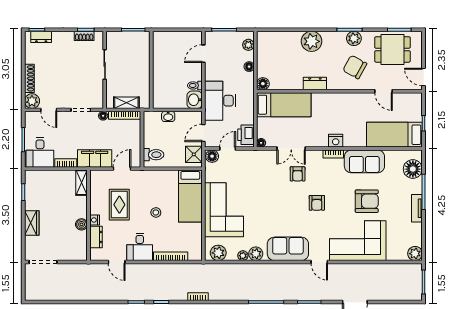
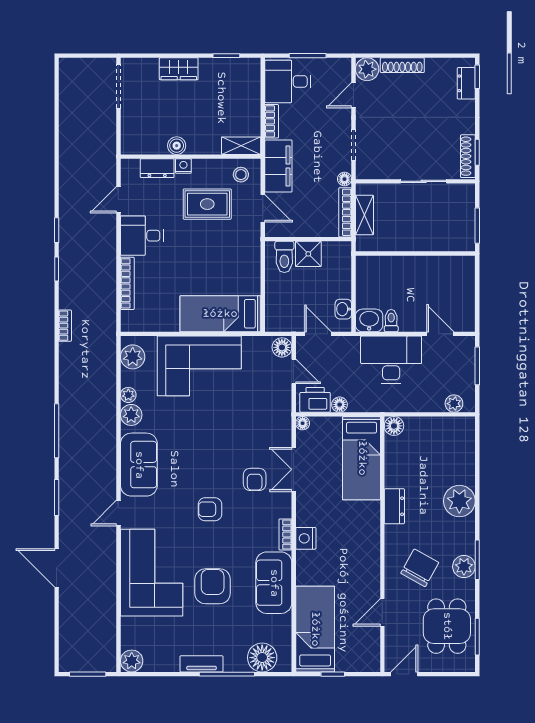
shoe rack: (84, 36) -> (468, 156), width x1.43
floor lamp: (249, 67) -> (340, 405), moved
desk: (220, 101) -> (391, 360), moved
washbasin: (168, 116) -> (343, 309), moved
shower: (194, 154) -> (308, 254), moved
armchair: (298, 174) -> (255, 479), turned -90
armchair: (367, 201) -> (213, 586), turned 180
stool: (156, 212) -> (241, 175), moved

